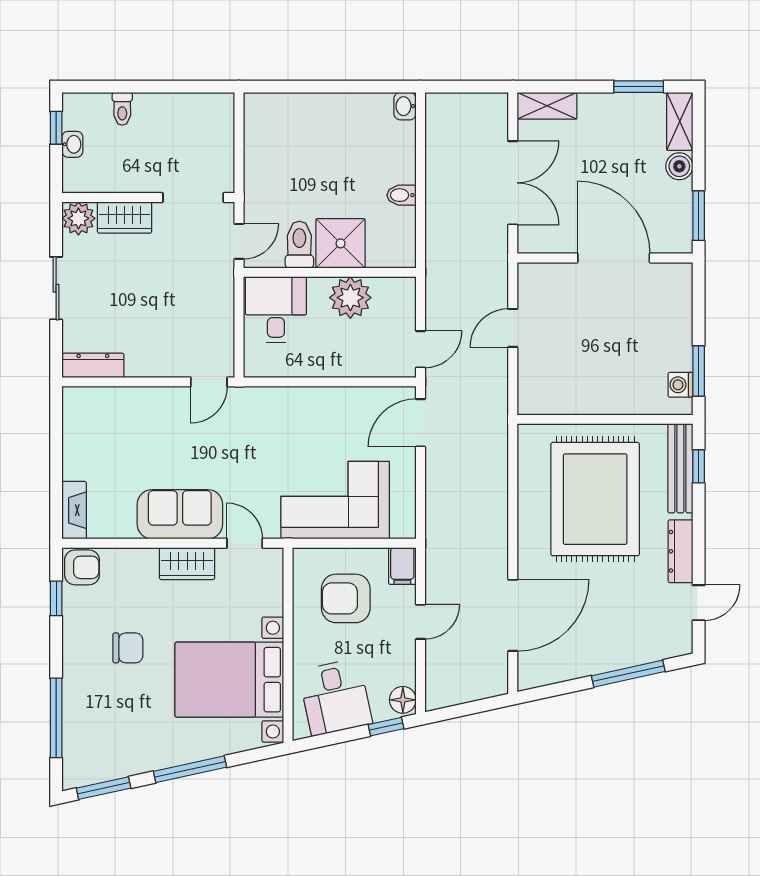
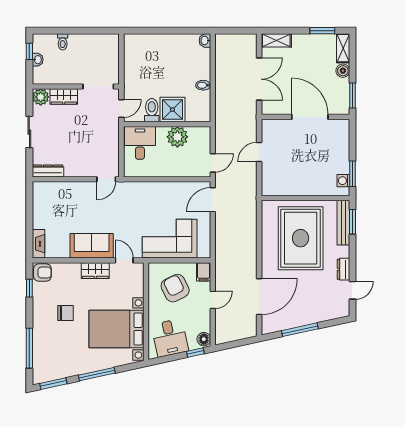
window: (699, 466) -> (353, 222), width x1.50
dresser: (681, 551) -> (343, 269), width x0.70
armchair: (346, 598) -> (175, 288), turned 63
window: (628, 674) -> (300, 330), moved

